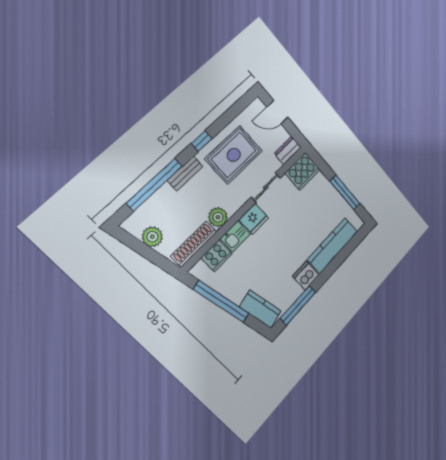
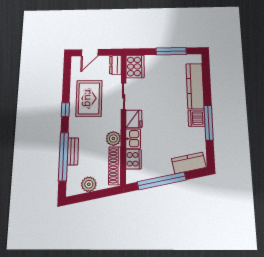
bench: (185, 173) -> (73, 151), moved
window: (298, 305) -> (209, 123), moved

